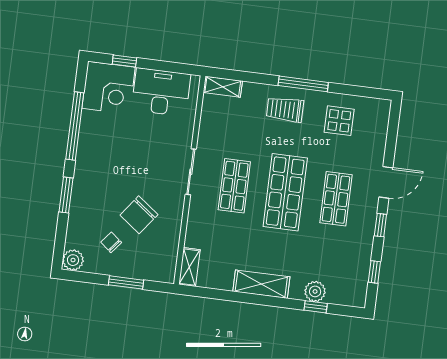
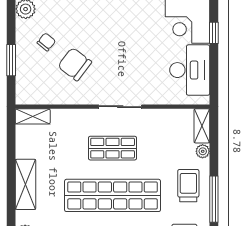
plant: (250, 89) -> (203, 151), added
shop shelf: (285, 192) -> (113, 195), width x1.40

